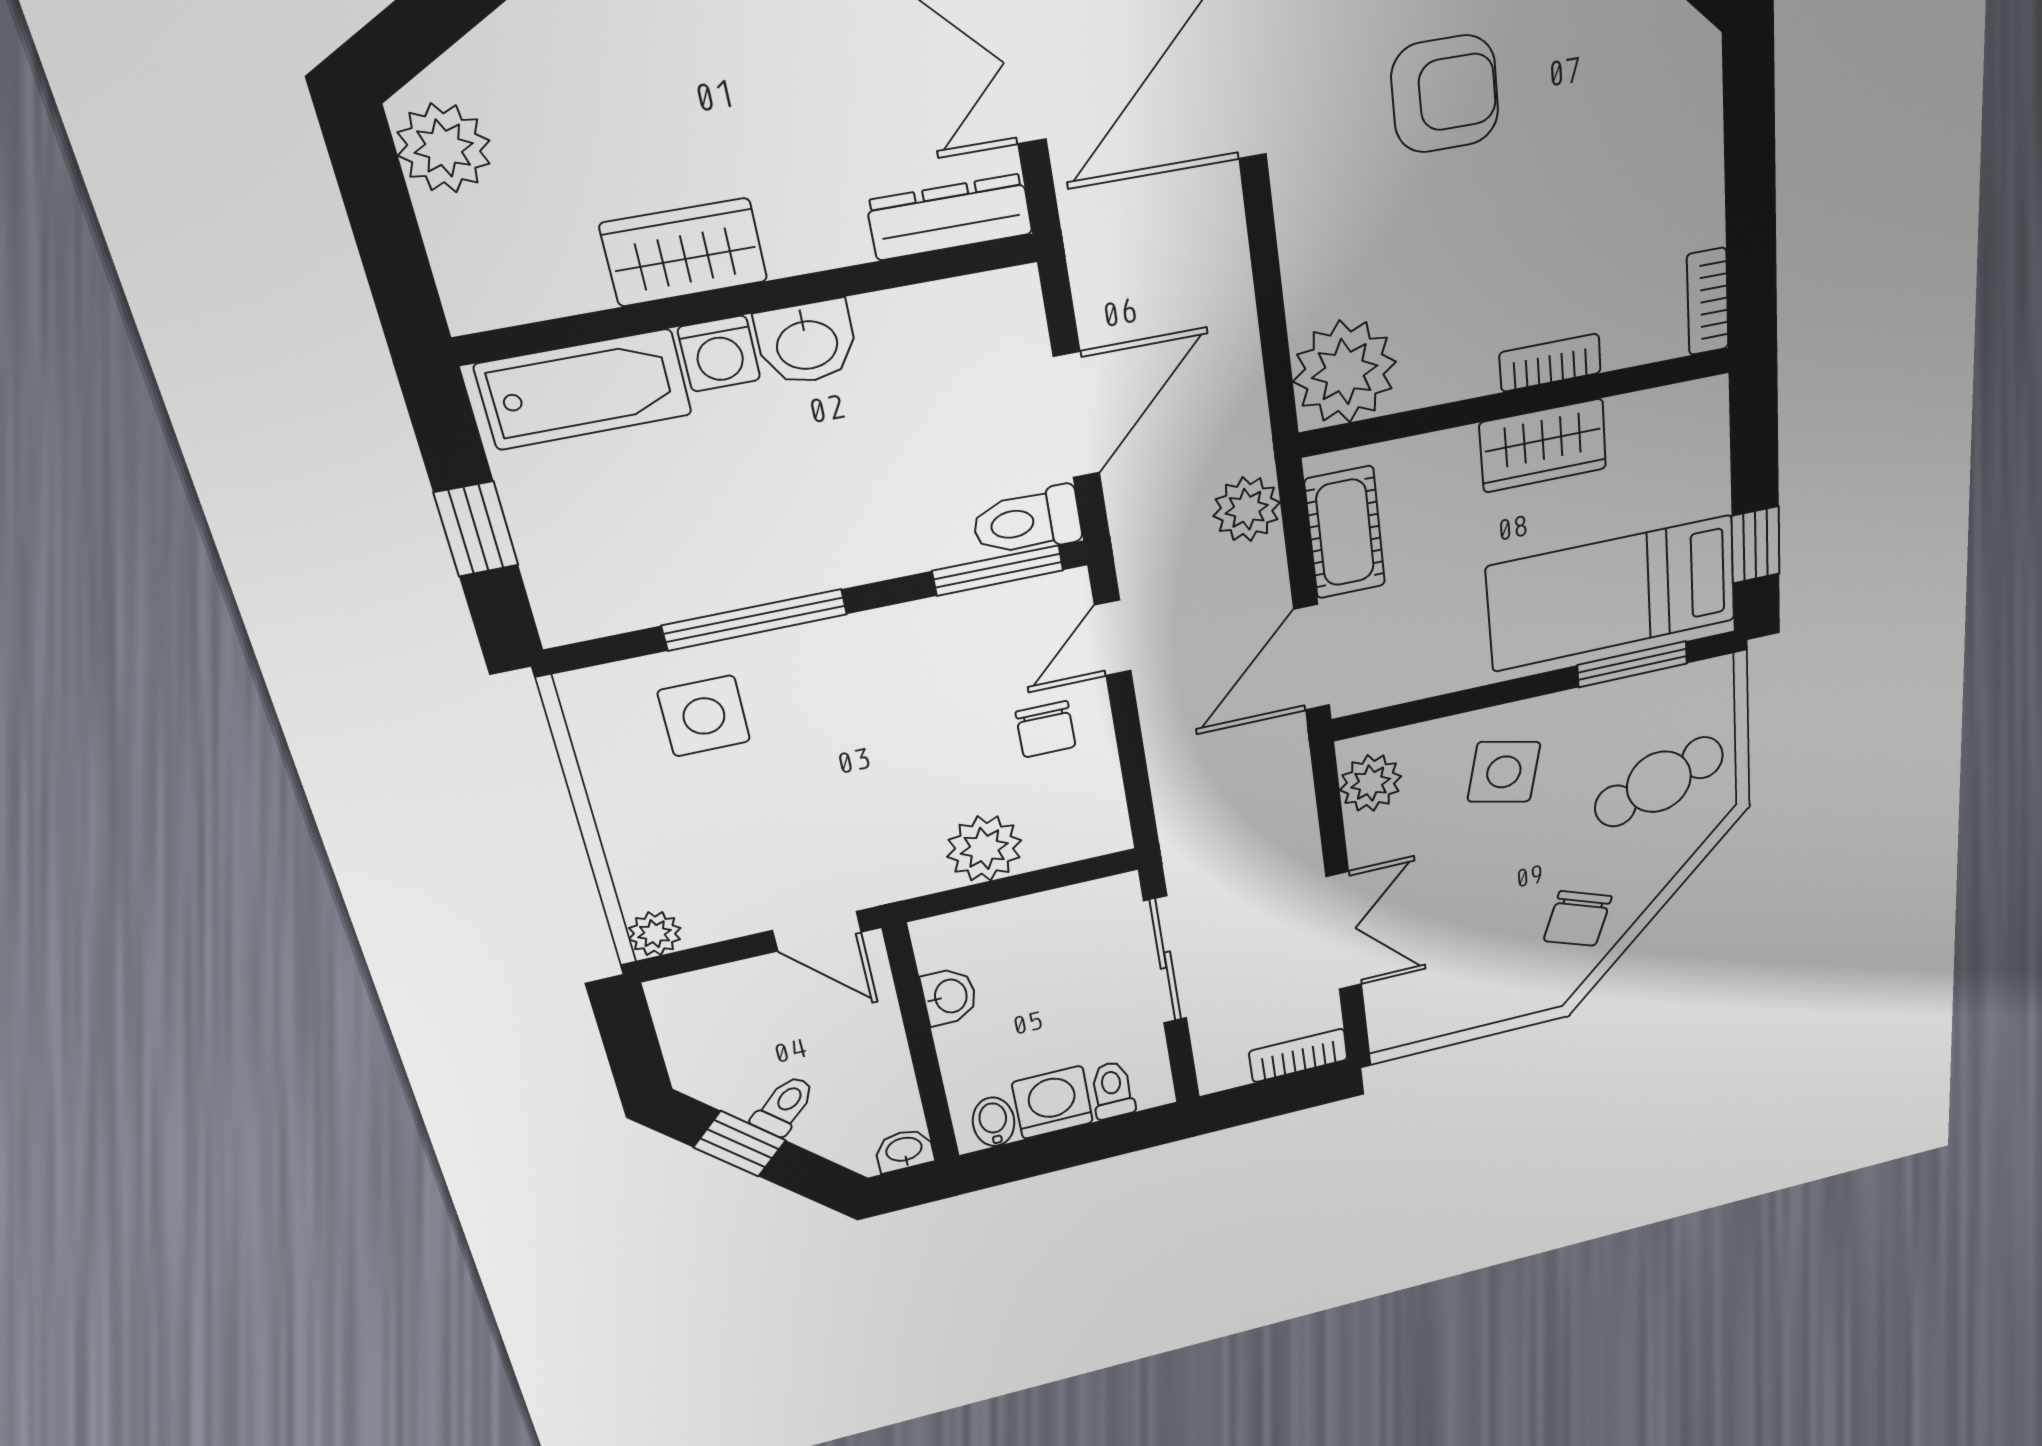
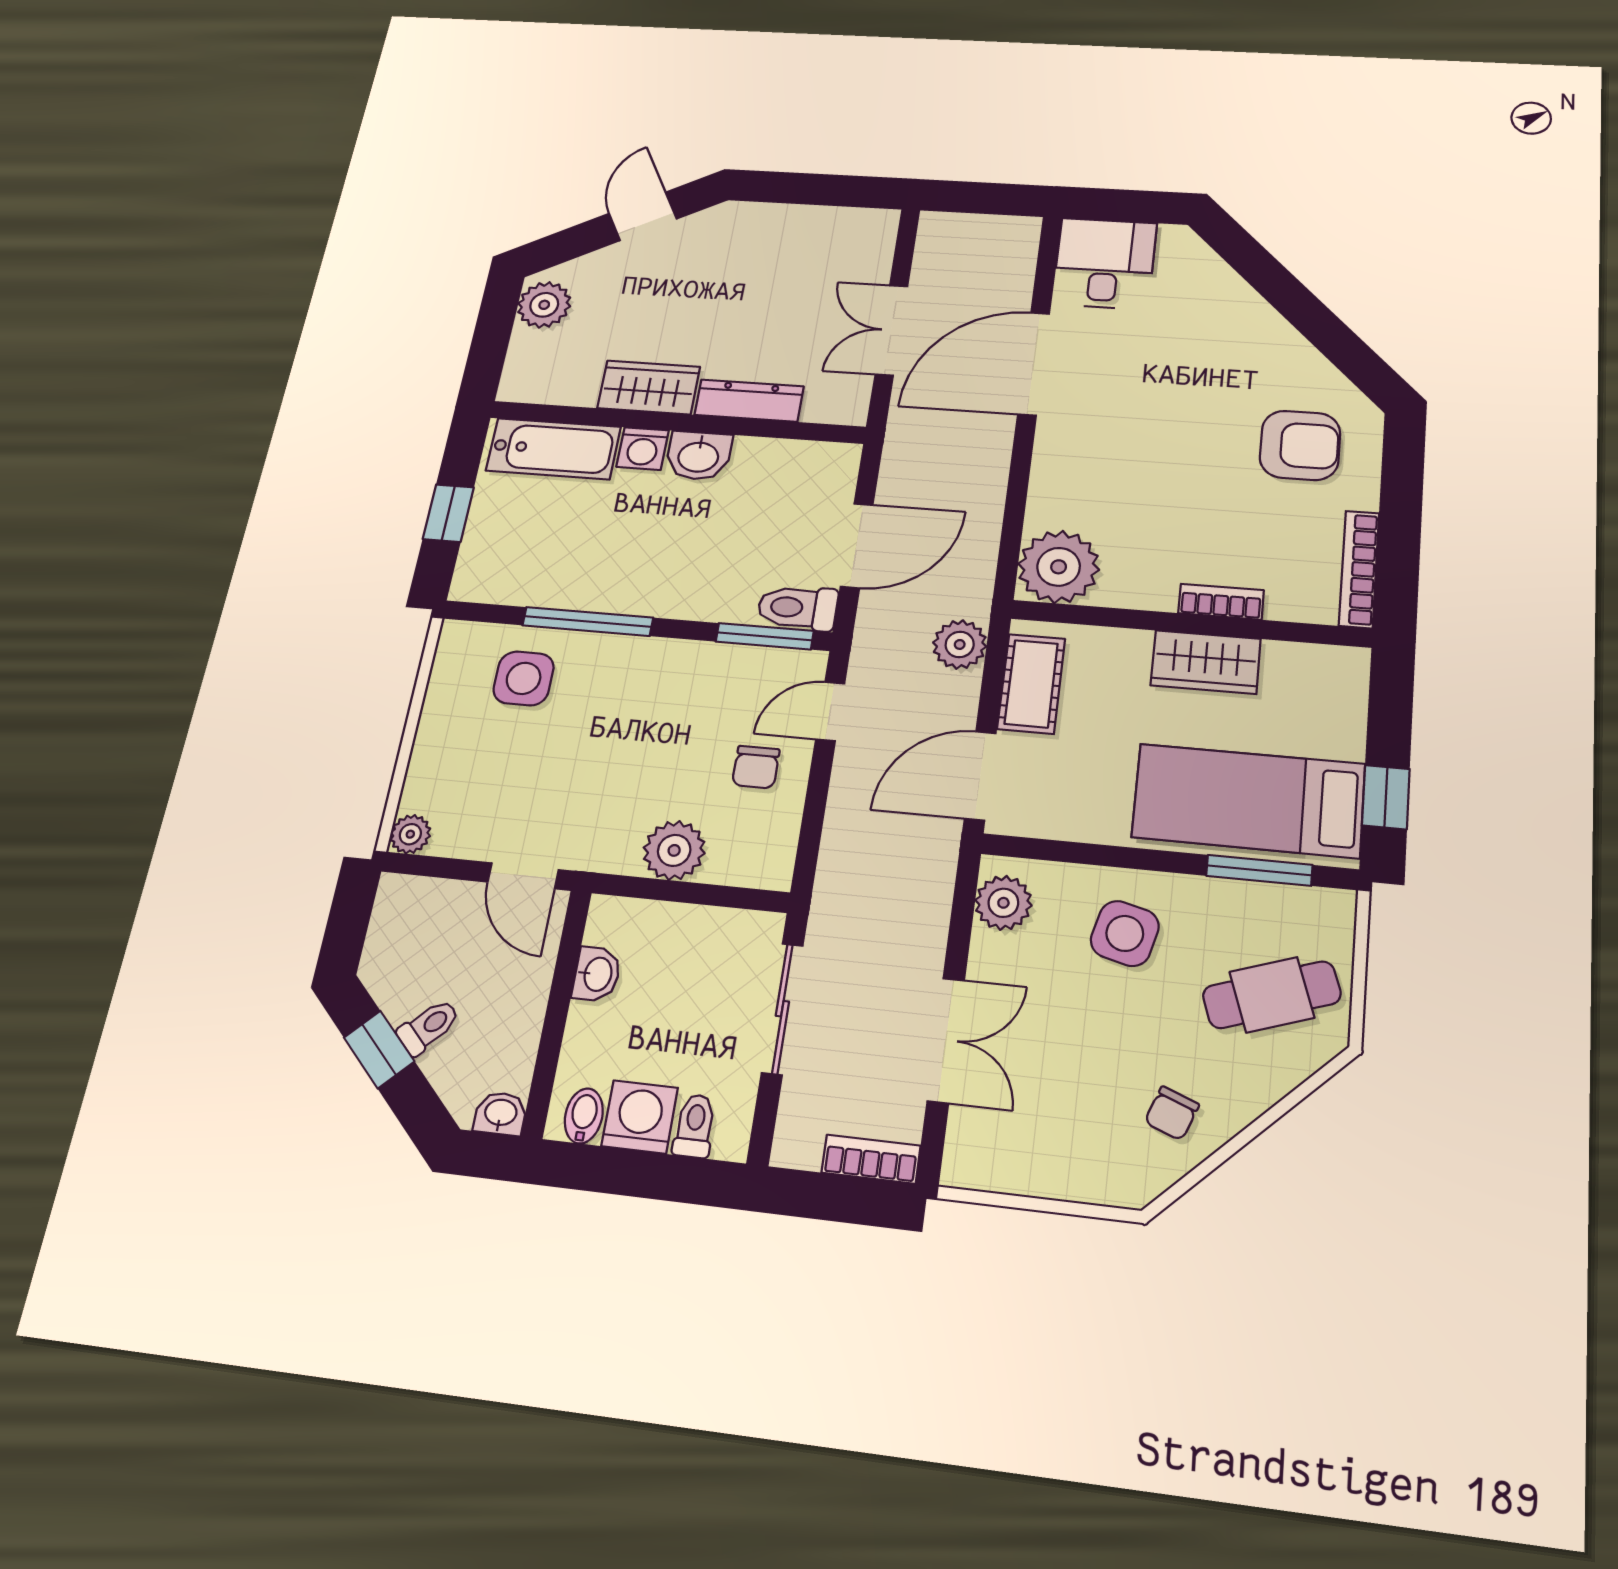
armchair: (1445, 94) -> (1300, 445), moved
dresser: (950, 217) -> (749, 401), moved
bookcase: (1708, 301) -> (1359, 569), width x1.56
chair: (1578, 919) -> (1172, 1113), width x0.73, depth x0.73

